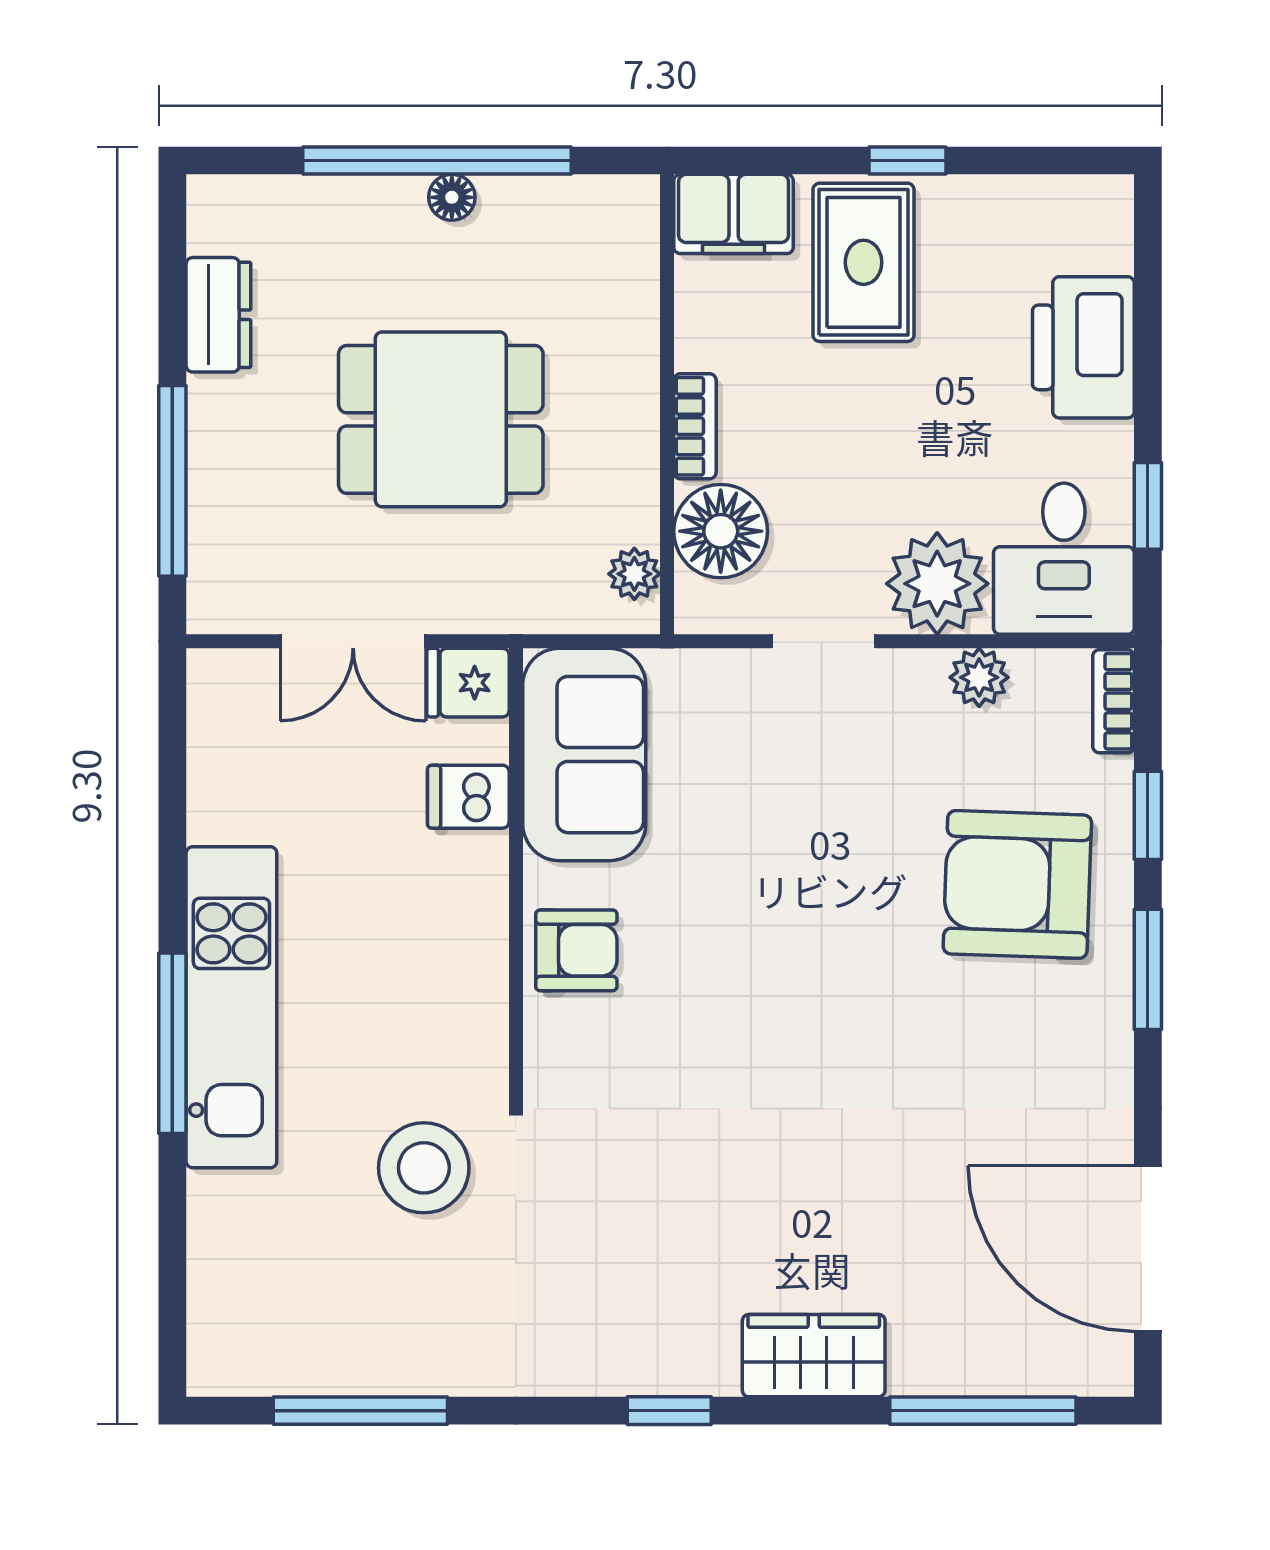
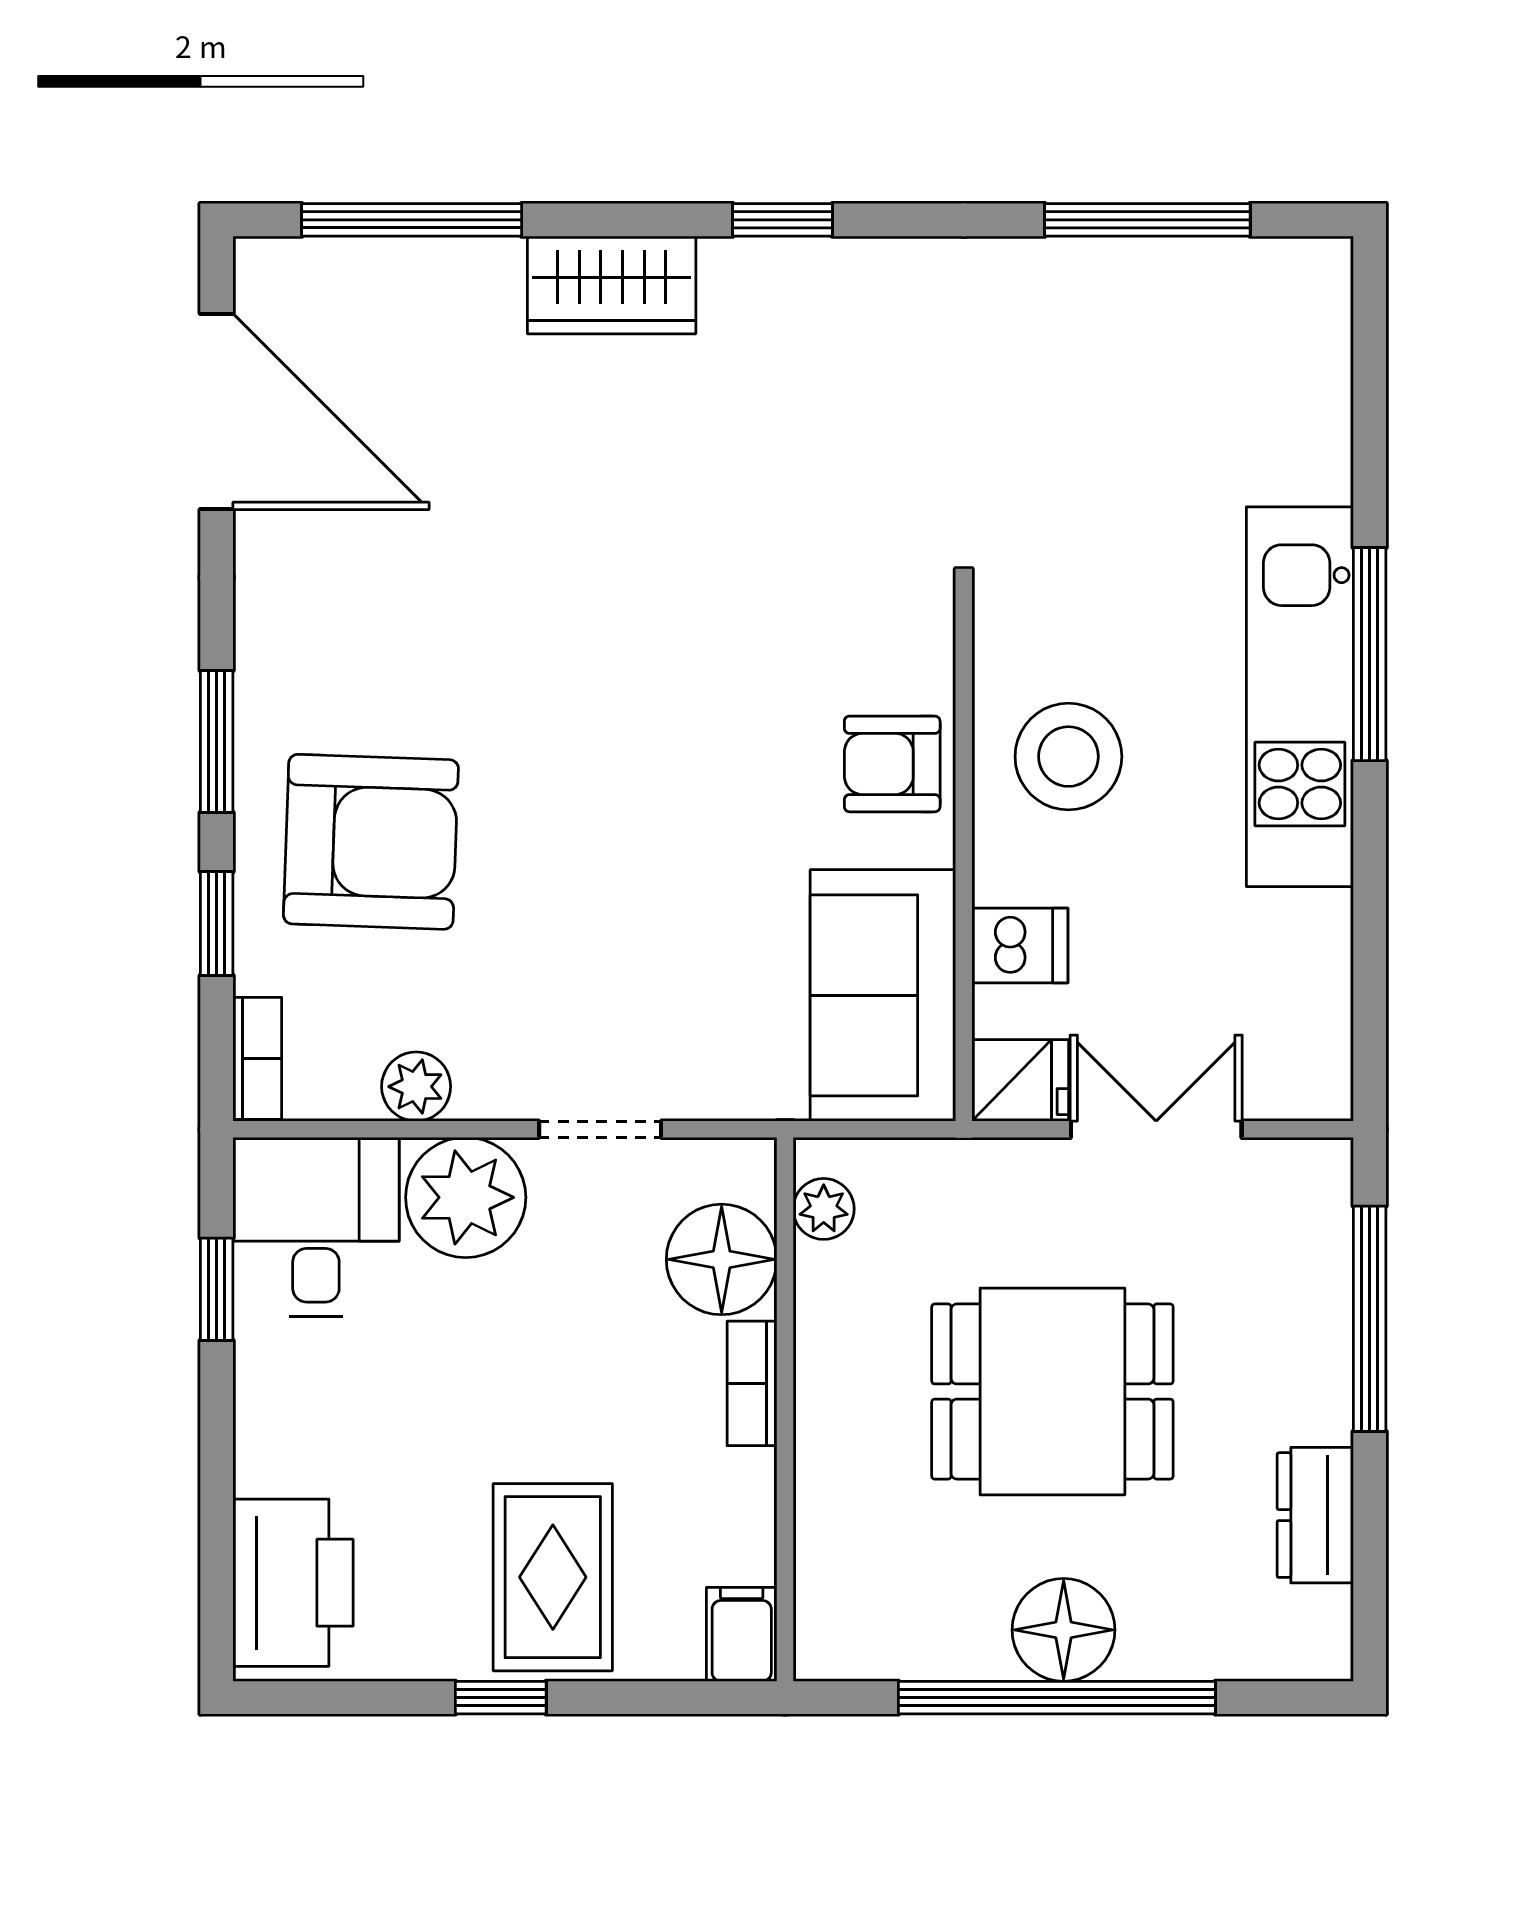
floor lamp: (452, 197) -> (1064, 1630), width x1.89, depth x1.89
filing cabinet: (734, 214) -> (742, 1634), width x0.50
printer: (1083, 347) -> (293, 1583), moved
stool: (424, 1168) -> (1068, 757), moved

